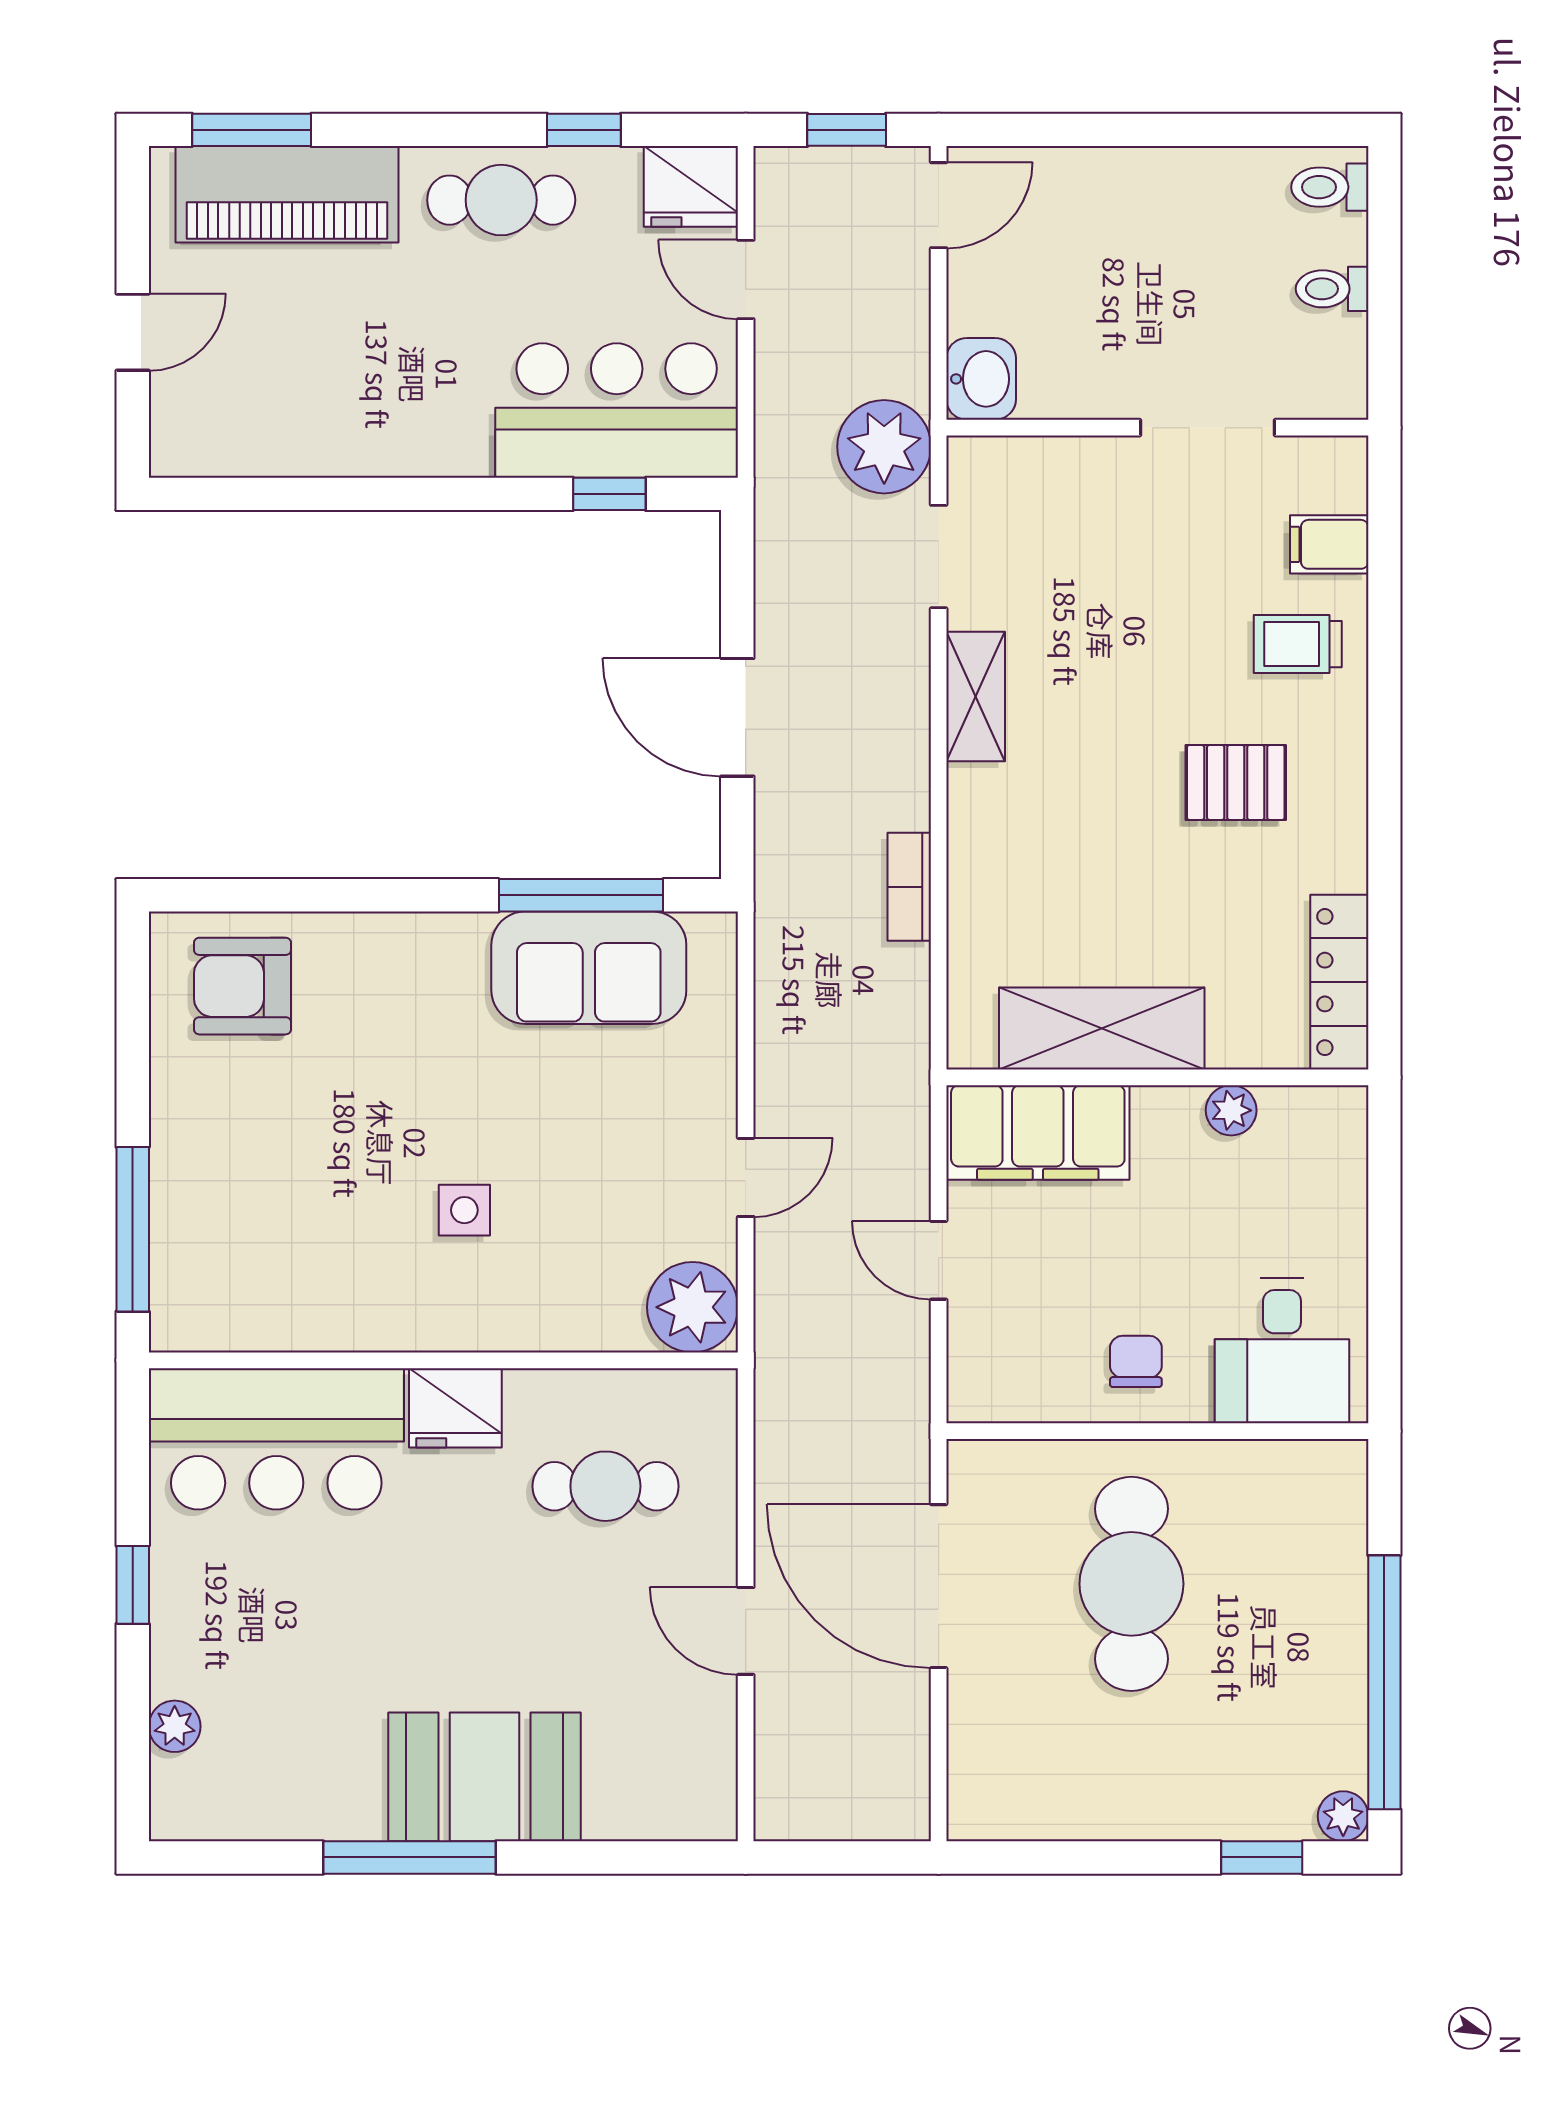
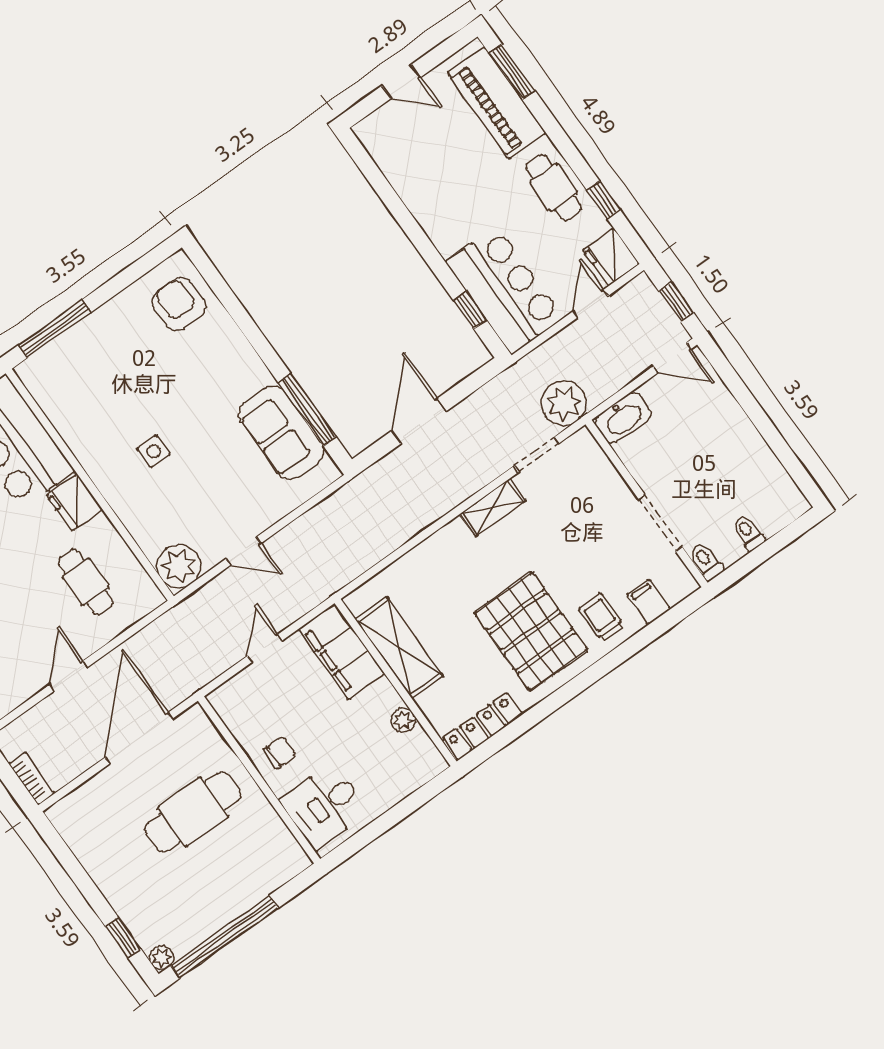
toilet: (1330, 187) -> (706, 561), moved
washbasin: (981, 379) -> (623, 418), width x1.38
pallet: (1236, 782) -> (531, 631), width x2.05, depth x2.00
bookcase: (909, 887) -> (32, 779), moved, turned 90

